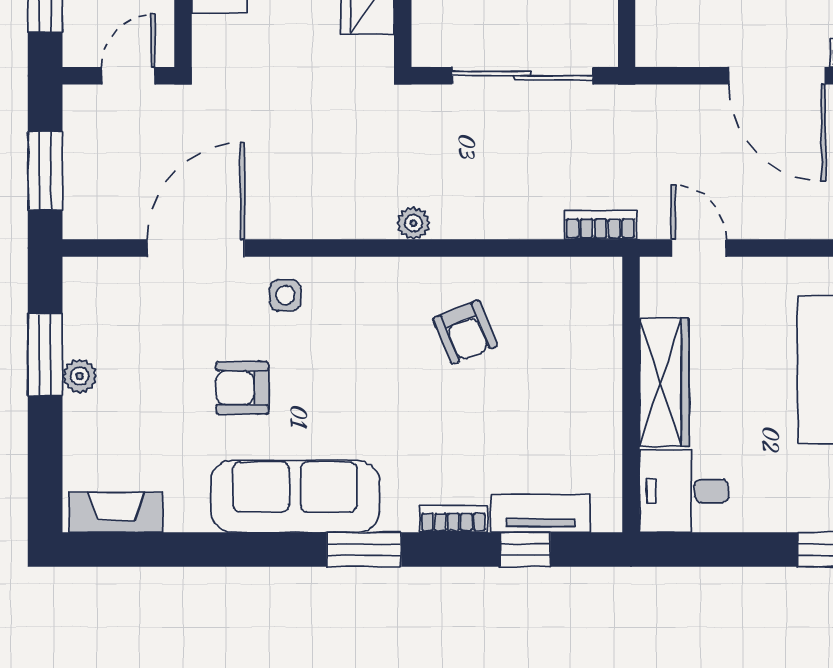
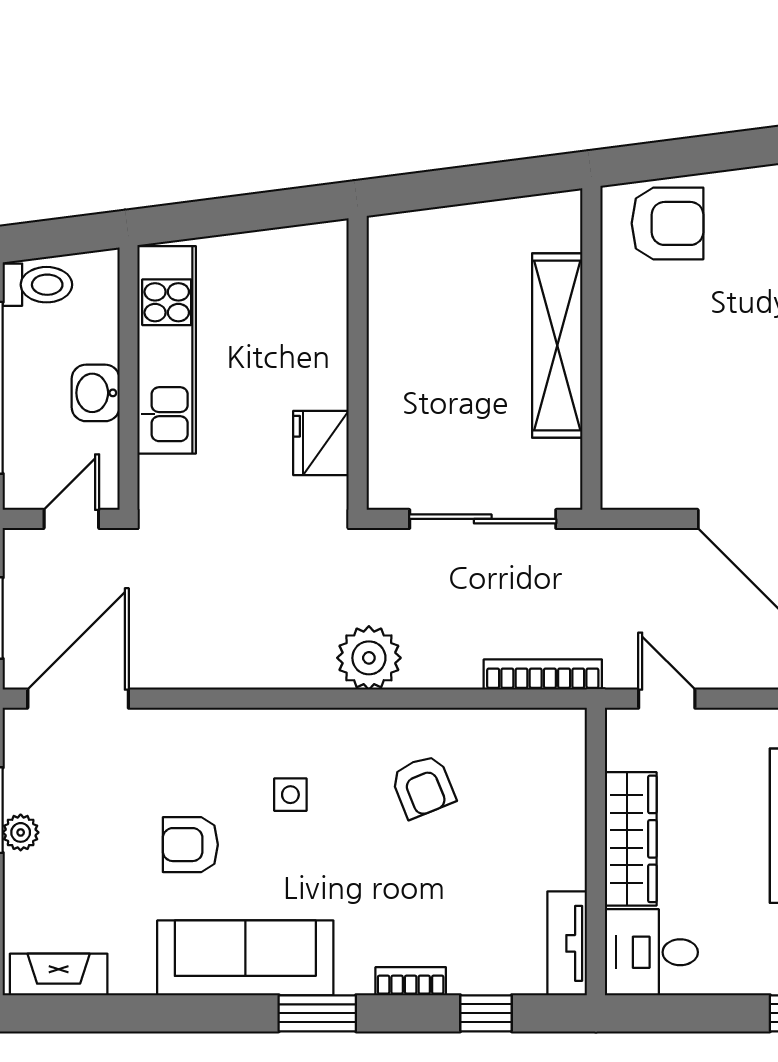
plant: (413, 223) -> (369, 658), width x1.88, depth x1.88
bookcase: (600, 225) -> (543, 675), width x1.56
door: (196, 248) -> (78, 699), moved
side table: (285, 295) -> (290, 795), moved
tv unit: (540, 513) -> (567, 943), moved, turned -90

